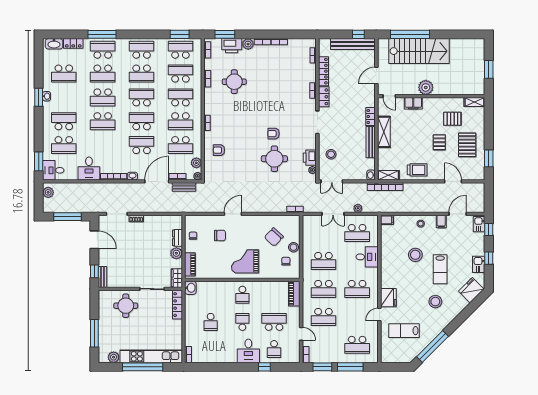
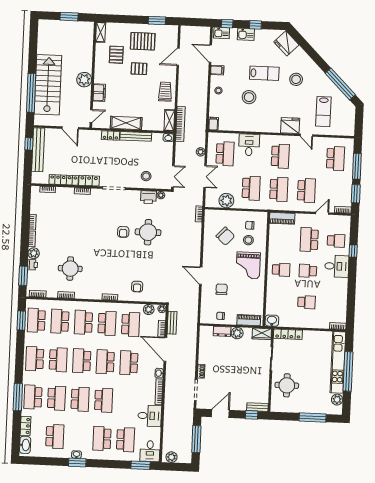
printer: (232, 46) -> (32, 265), width x0.53, depth x0.68
plant: (310, 237) -> (226, 201), added
stool: (293, 247) -> (248, 240), moved
kitchen sink: (479, 264) -> (246, 34), moved

